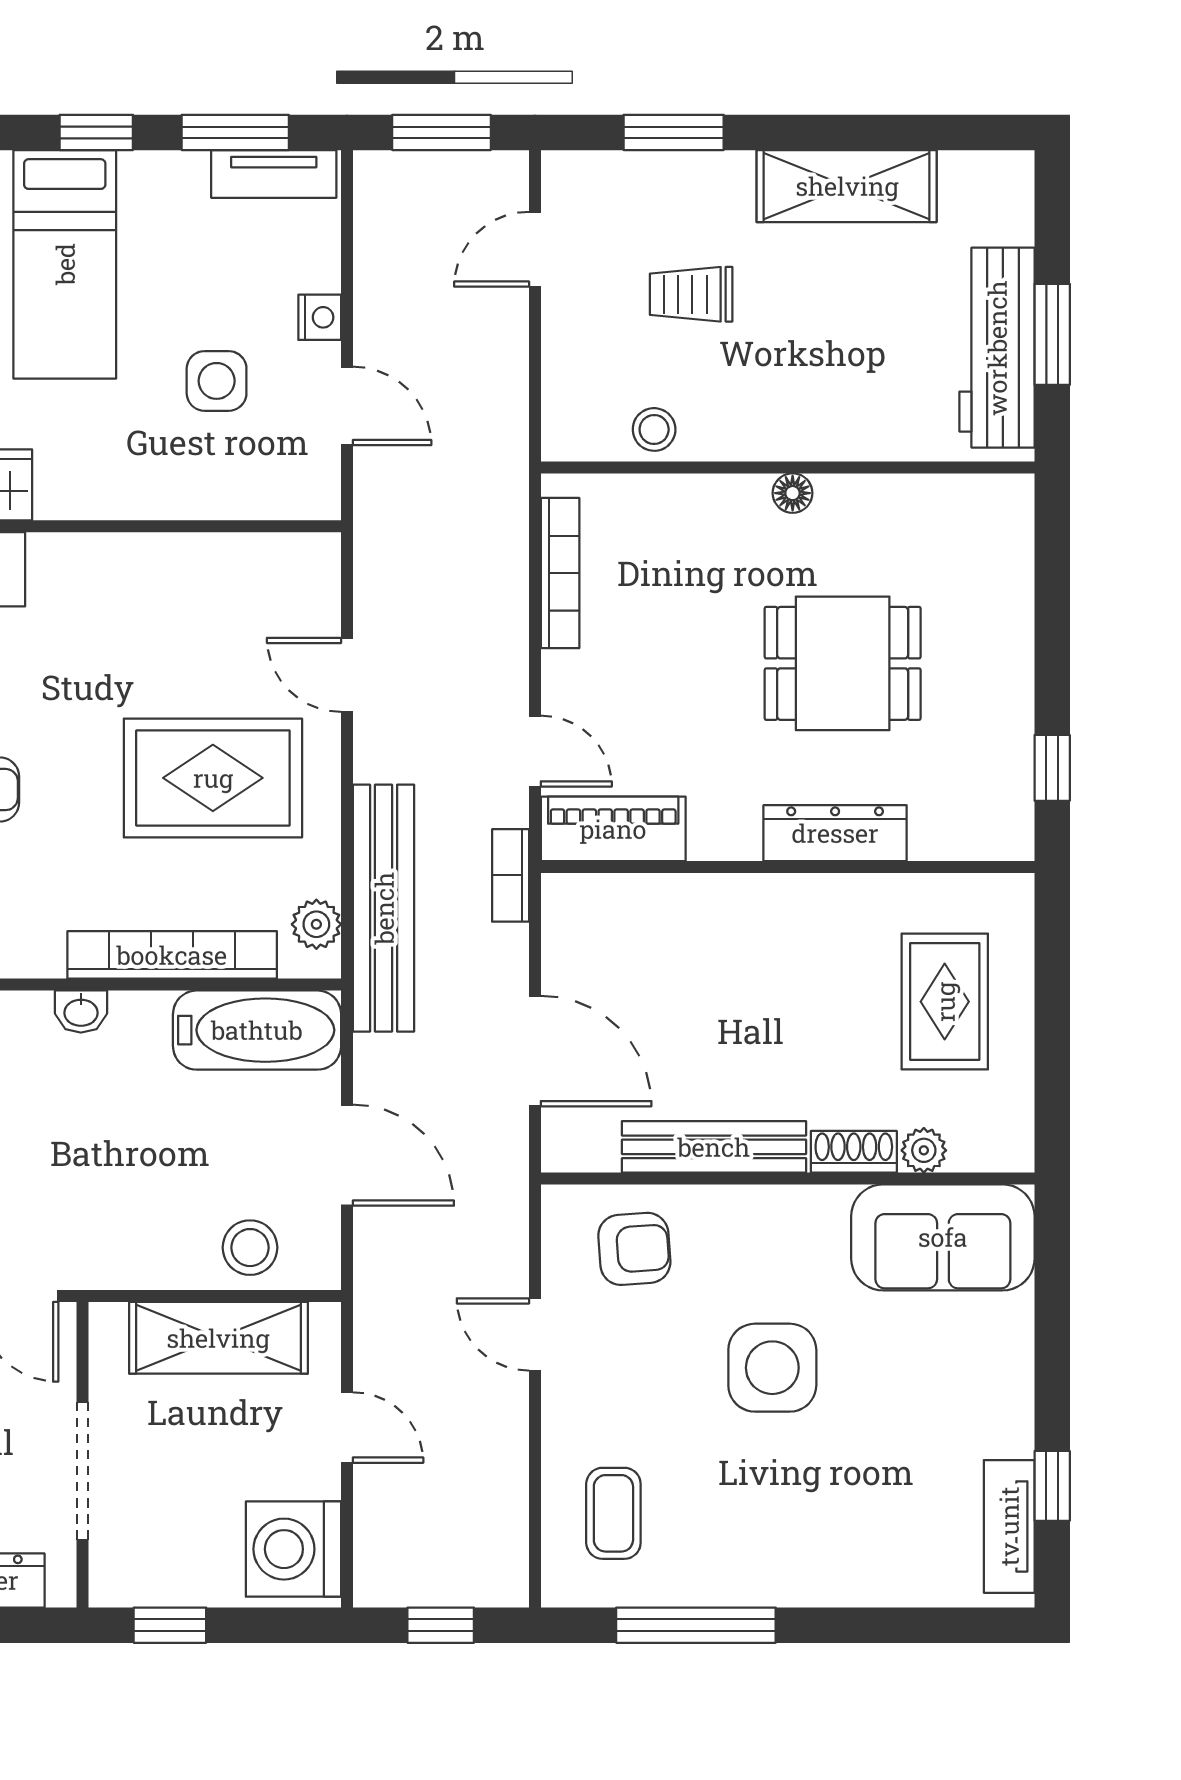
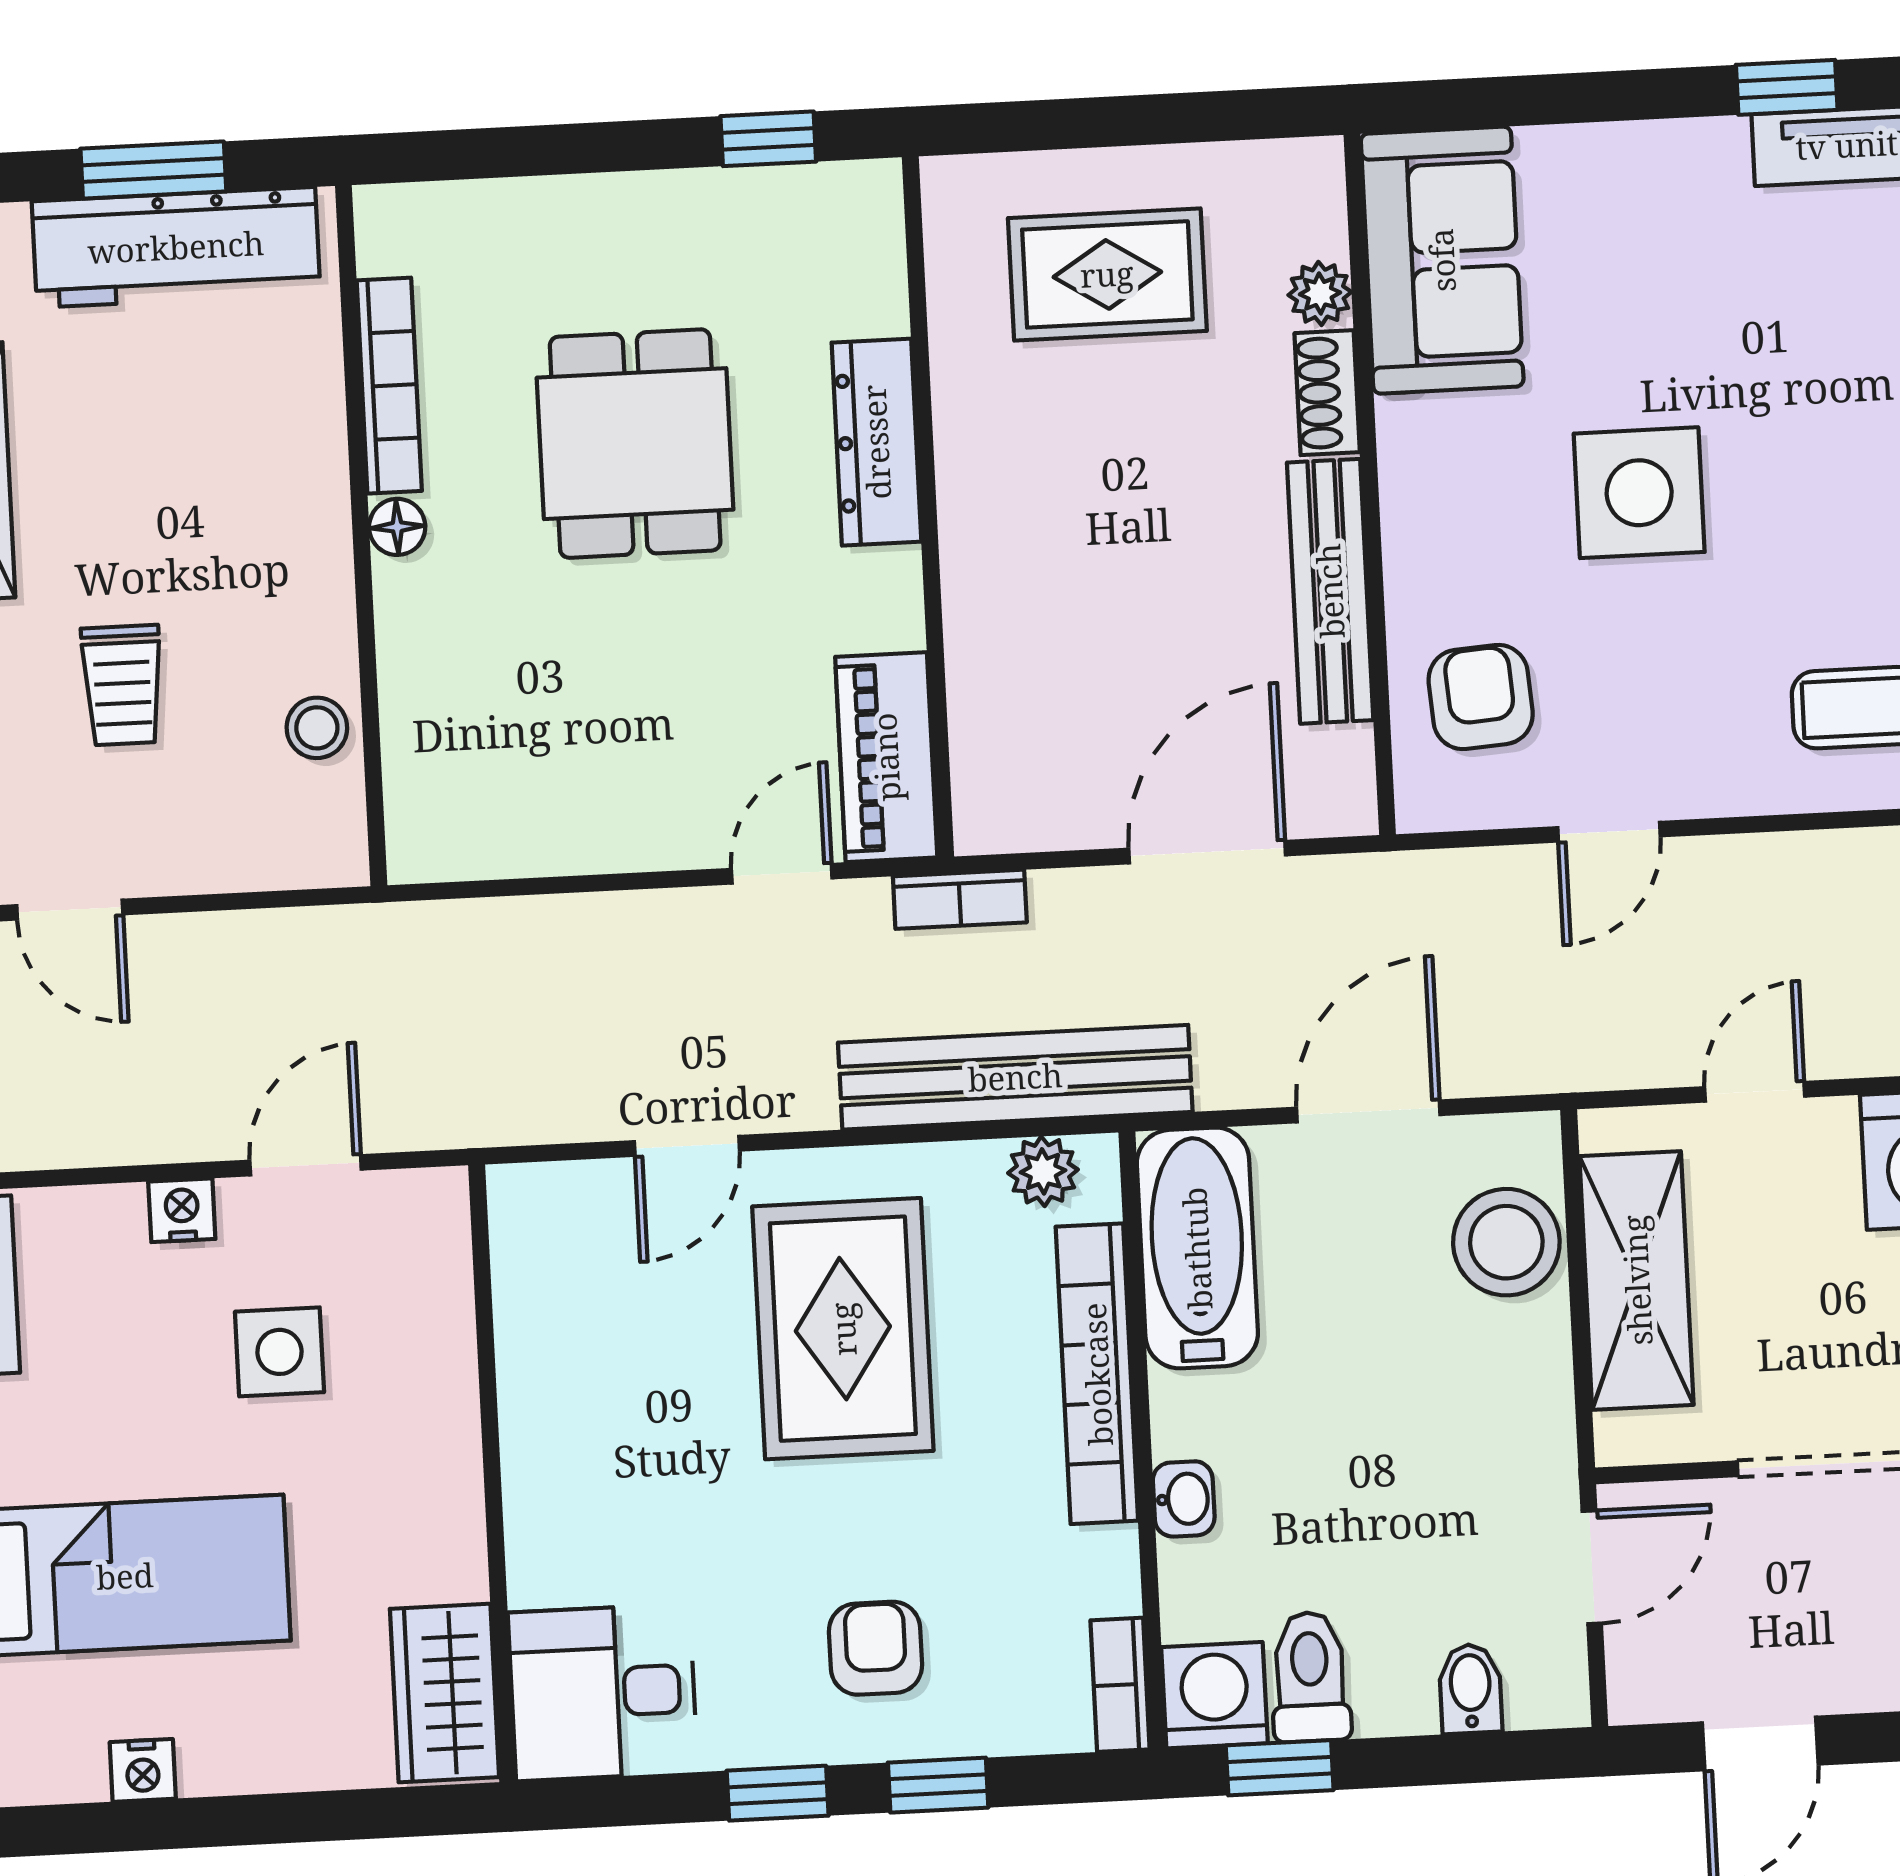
bookcase: (560, 573) -> (389, 386), moved, turned 90
stool: (250, 1248) -> (1506, 1242), width x1.38, depth x1.38

